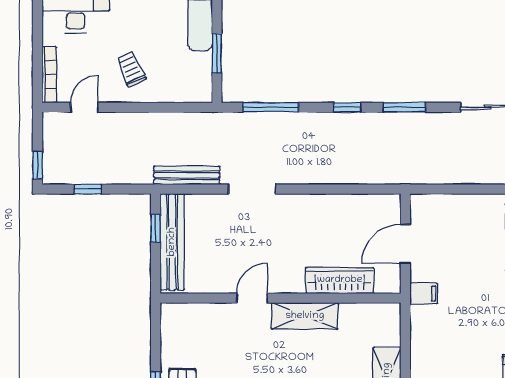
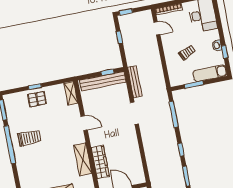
trolley: (131, 69) -> (187, 52), moved
shelving: (184, 313) -> (71, 93), added
shelving: (305, 316) -> (83, 159), moved

